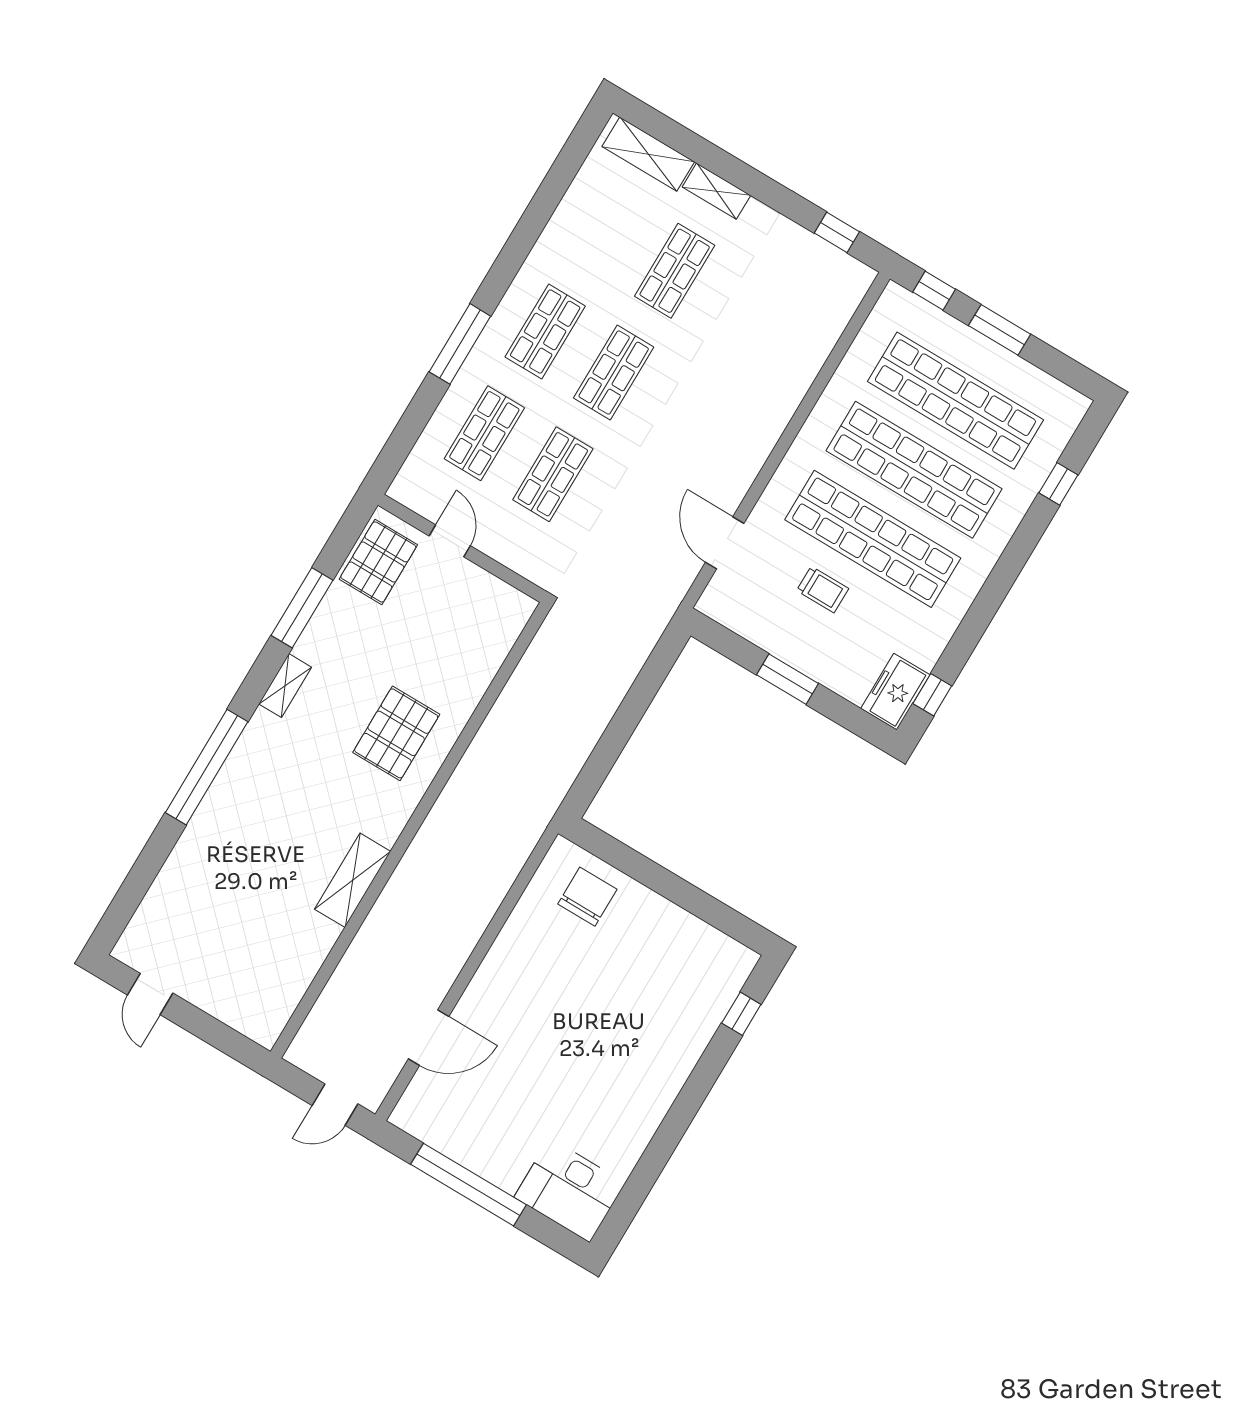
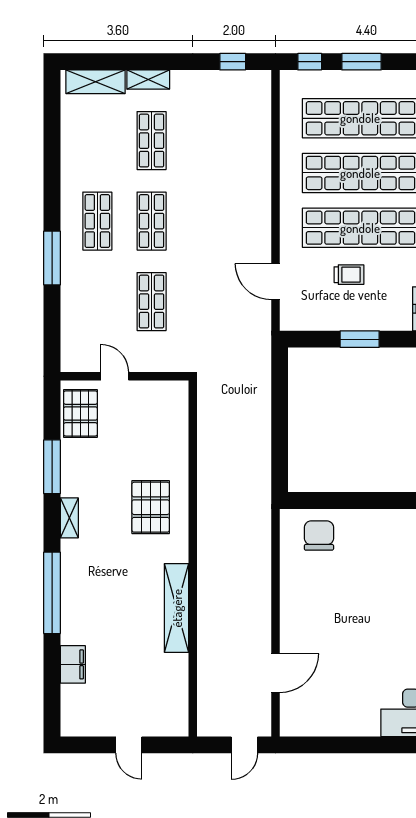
shop shelf: (484, 433) -> (97, 302), removed
filing cabinet: (179, 873) -> (73, 664), added
shelving: (353, 880) -> (177, 608), width x1.47
door: (150, 994) -> (129, 745), moved
window: (468, 1185) -> (350, 745), removed

